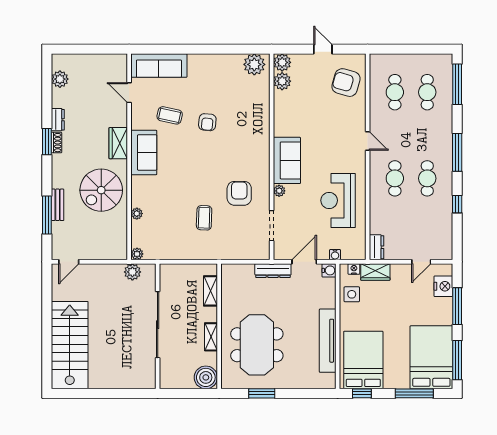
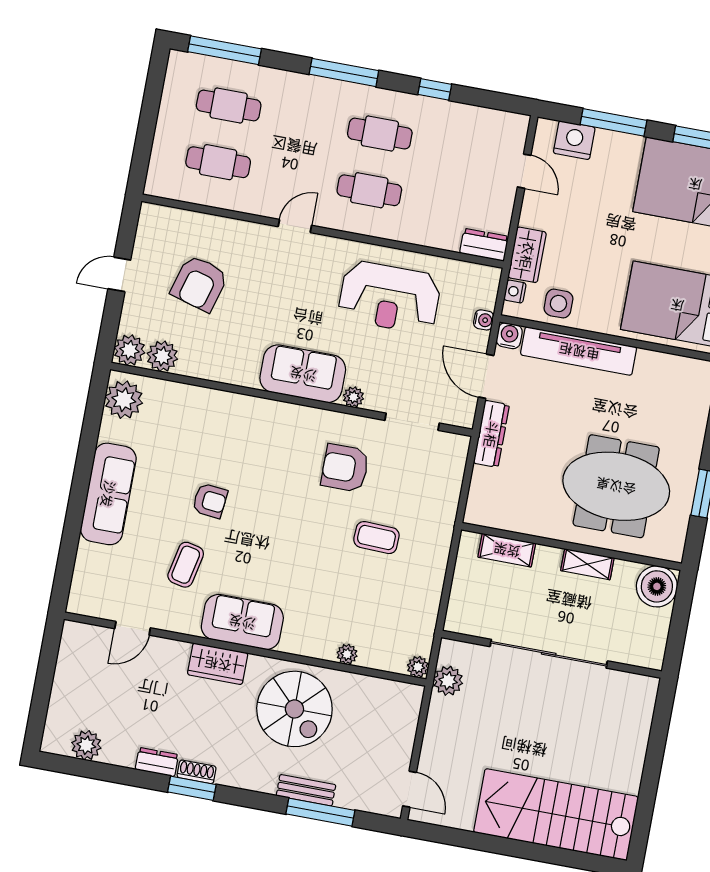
sofa: (159, 66) -> (108, 494), moved
armchair: (346, 83) -> (199, 283), moved
tv unit: (328, 341) -> (579, 351), moved

